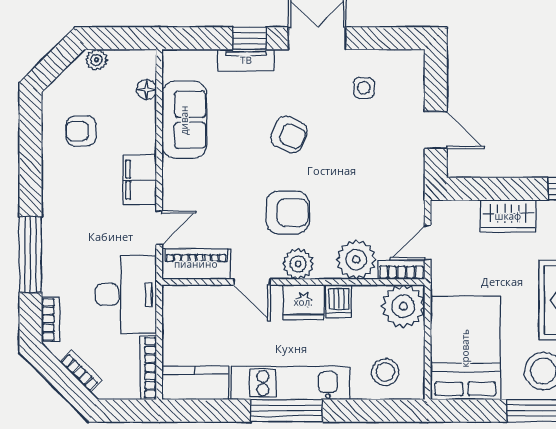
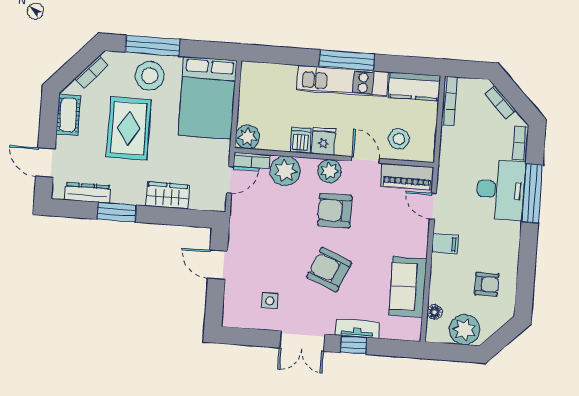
plant: (96, 60) -> (464, 330), width x1.87, depth x1.87
armchair: (289, 135) -> (329, 270), width x1.38, depth x1.38
filing cabinet: (140, 180) -> (445, 244), width x0.50
door: (159, 228) -> (433, 206), hinge flipped
desk: (126, 295) -> (501, 190), moved, turned 180
fridge: (303, 302) -> (323, 141), width x0.72
plant: (403, 306) -> (248, 137), width x0.73, depth x0.73
stool: (385, 372) -> (399, 139), moved

